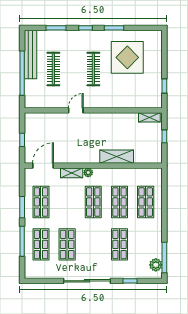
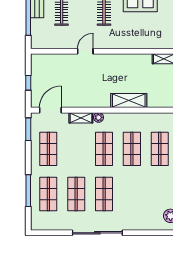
window: (22, 207) -> (28, 129), moved
shop shelf: (119, 244) -> (104, 194), moved
window: (130, 281) -> (143, 233), removed

